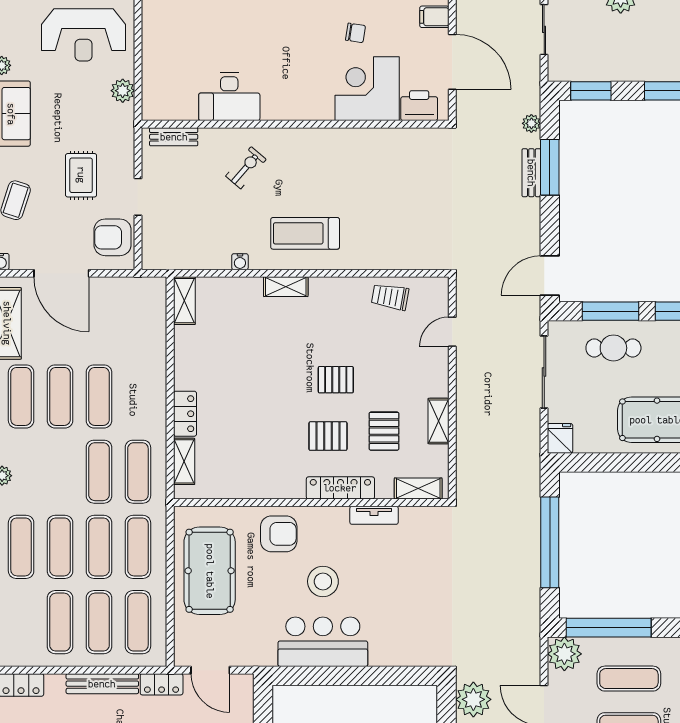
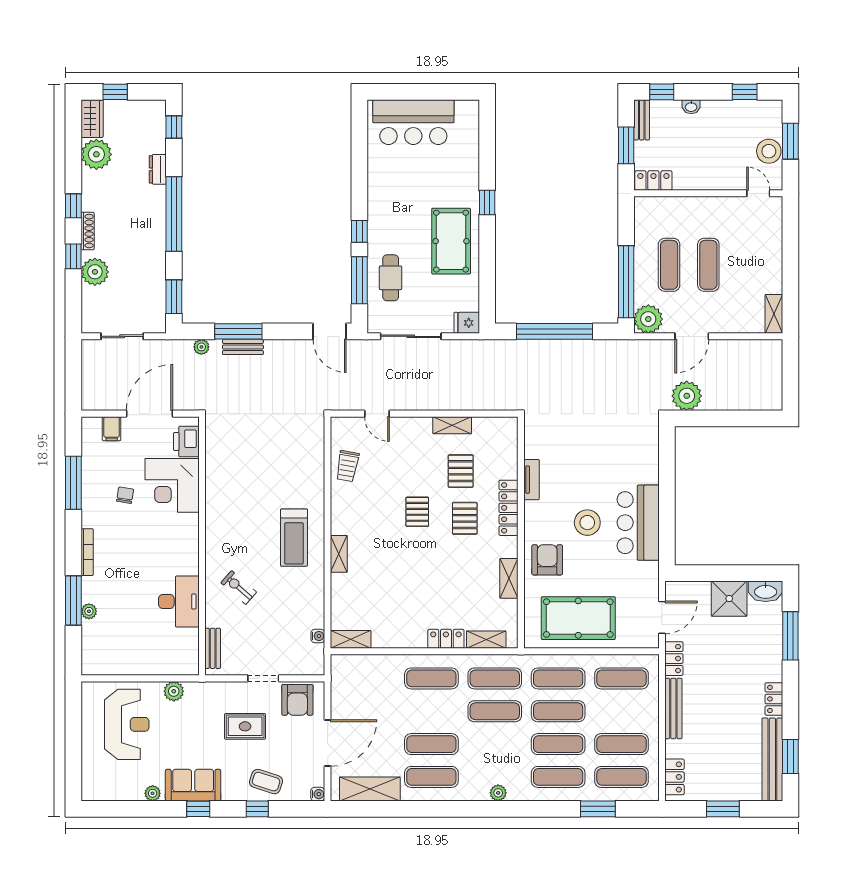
water cooler: (240, 262) -> (318, 636), moved
exercise mat: (99, 396) -> (431, 678), moved
pallet: (384, 431) -> (461, 471), turned 90
shelving: (418, 489) -> (509, 578), moved
exercise mat: (99, 622) -> (622, 777), moved

